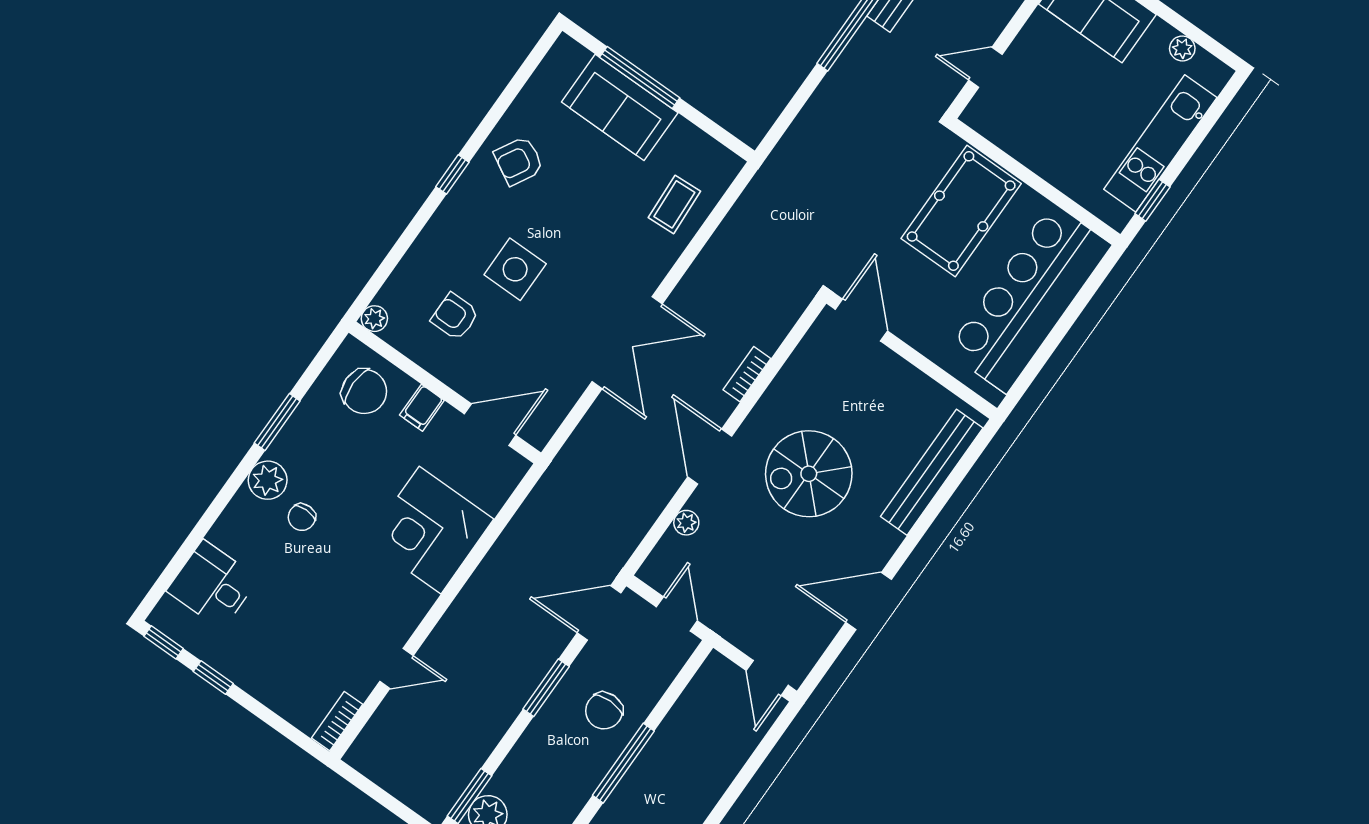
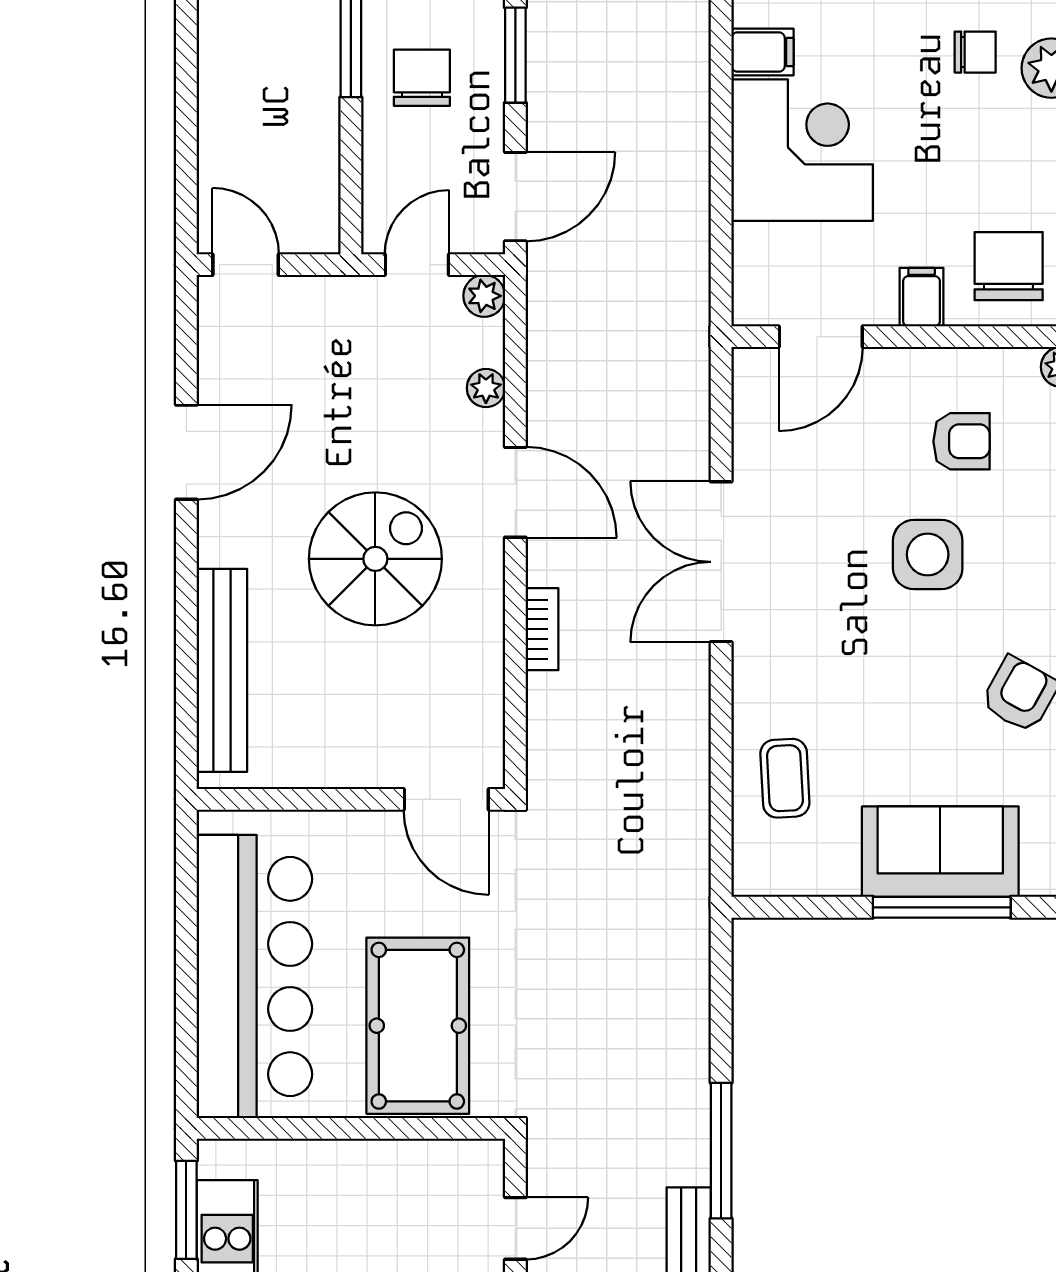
window: (1152, 200) -> (186, 1210), width x1.50
chair: (364, 391) -> (1009, 266), turned 90
chair: (302, 517) -> (975, 52), turned 90
plant: (653, 572) -> (484, 296), added
filing cabinet: (414, 597) -> (762, 52), added
door: (677, 614) -> (417, 265), swing flipped

